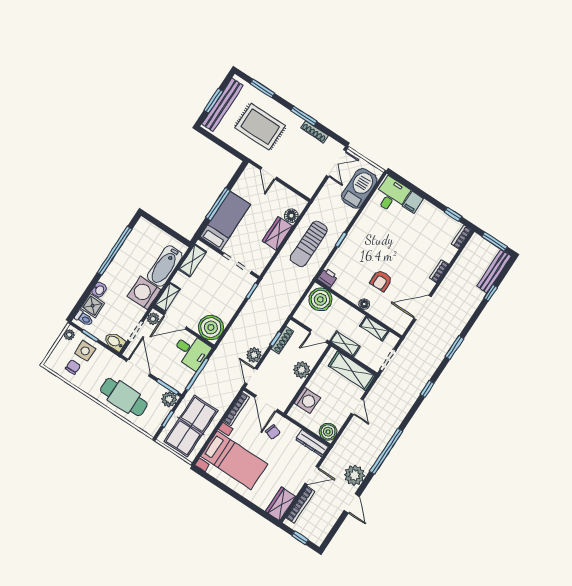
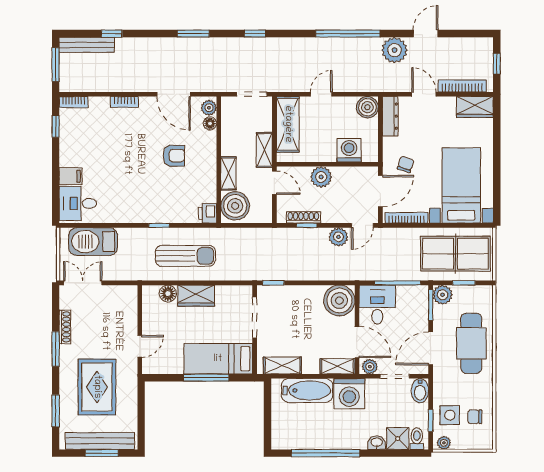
floor lamp: (364, 304) -> (210, 123), moved
plant: (398, 325) -> (209, 108), added
shelving: (374, 329) -> (228, 173), moved

